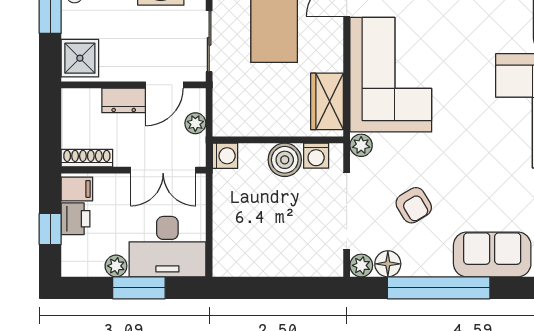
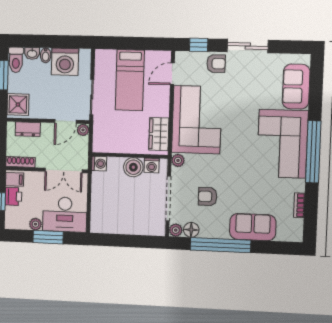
dresser: (124, 100) -> (28, 129), moved
plant: (195, 123) -> (83, 130), moved
armchair: (414, 205) -> (208, 196), turned 121

